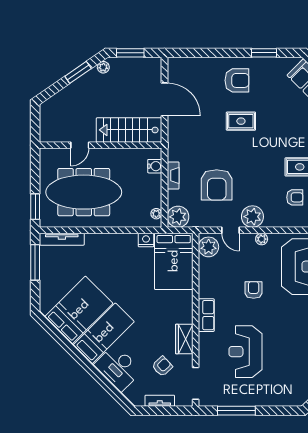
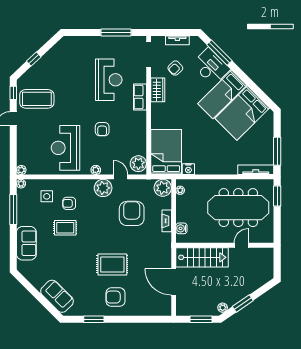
rug: (241, 121) -> (112, 264), width x1.36, depth x1.43
row of seats: (206, 315) -> (140, 97), moved
window: (107, 385) -> (219, 53), added

